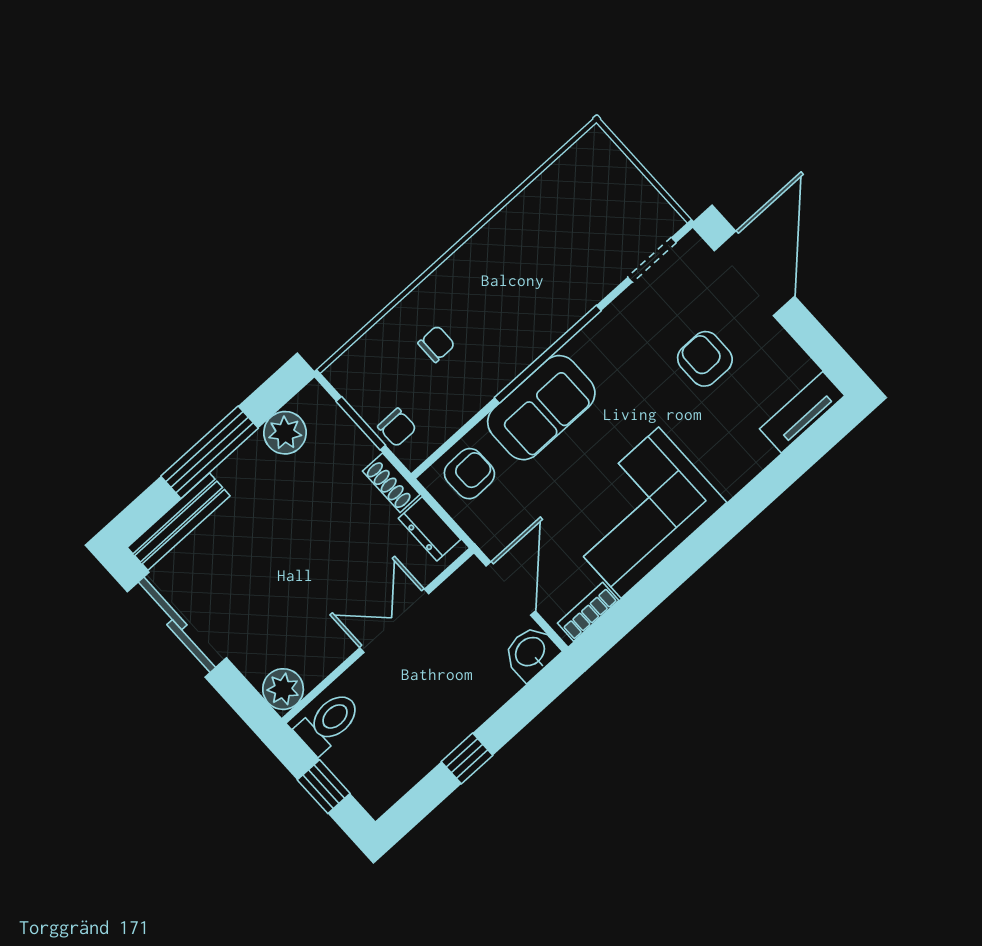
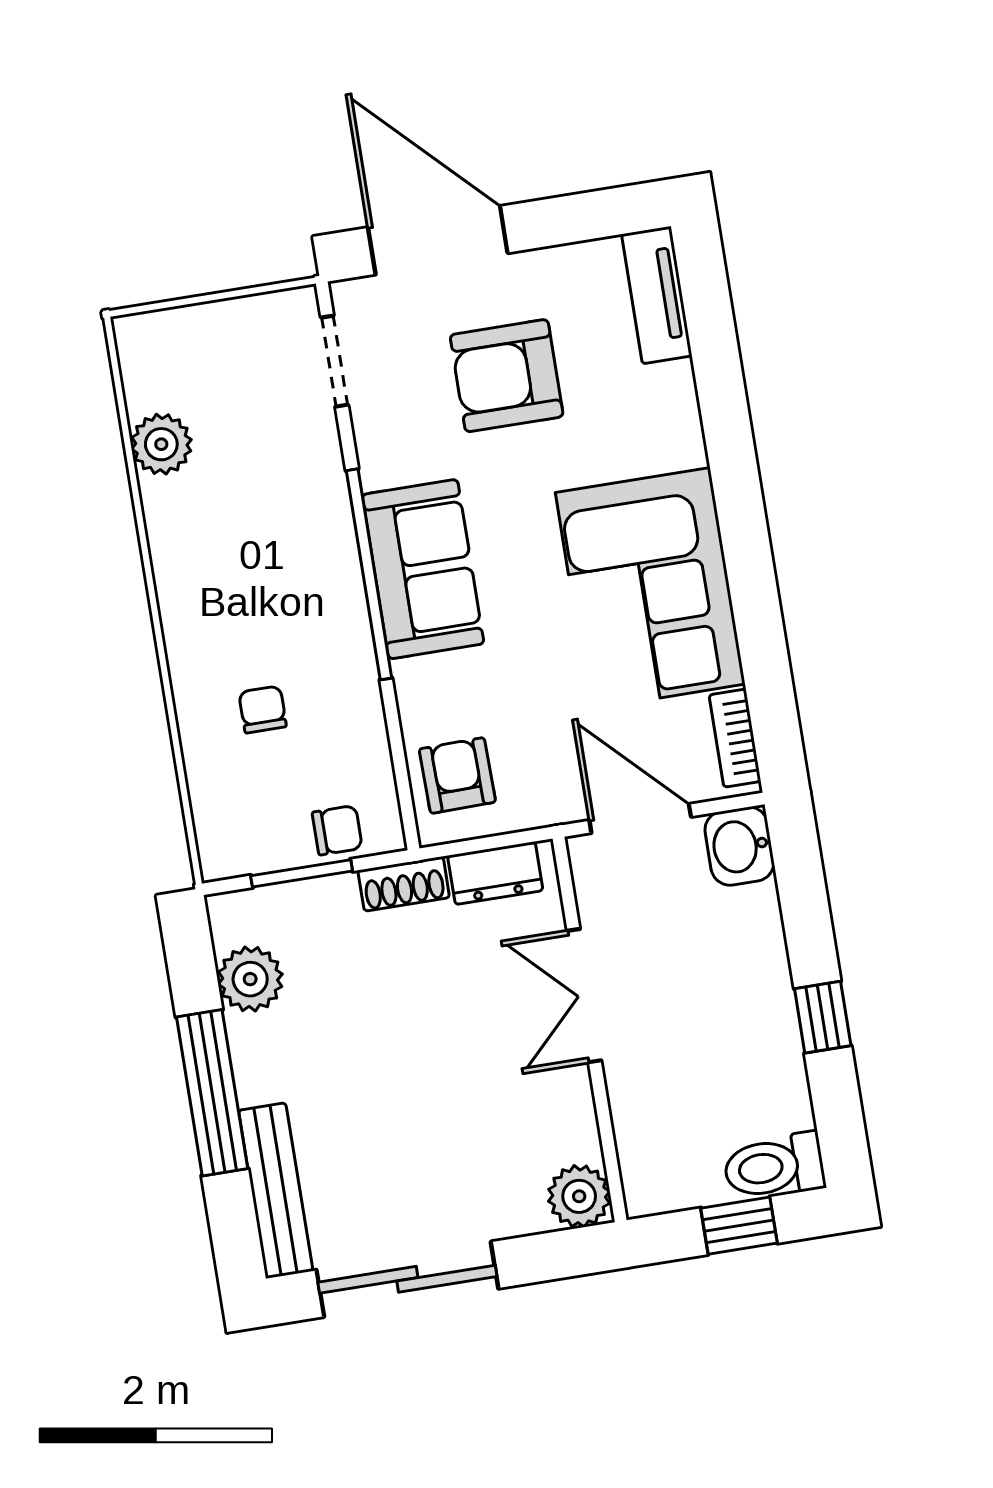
plant: (545, 195) -> (161, 444), added
armchair: (705, 359) -> (507, 376), width x1.38, depth x1.38
sofa: (541, 408) -> (423, 569), moved
toilet: (328, 722) -> (774, 1166), moved, turned -90

